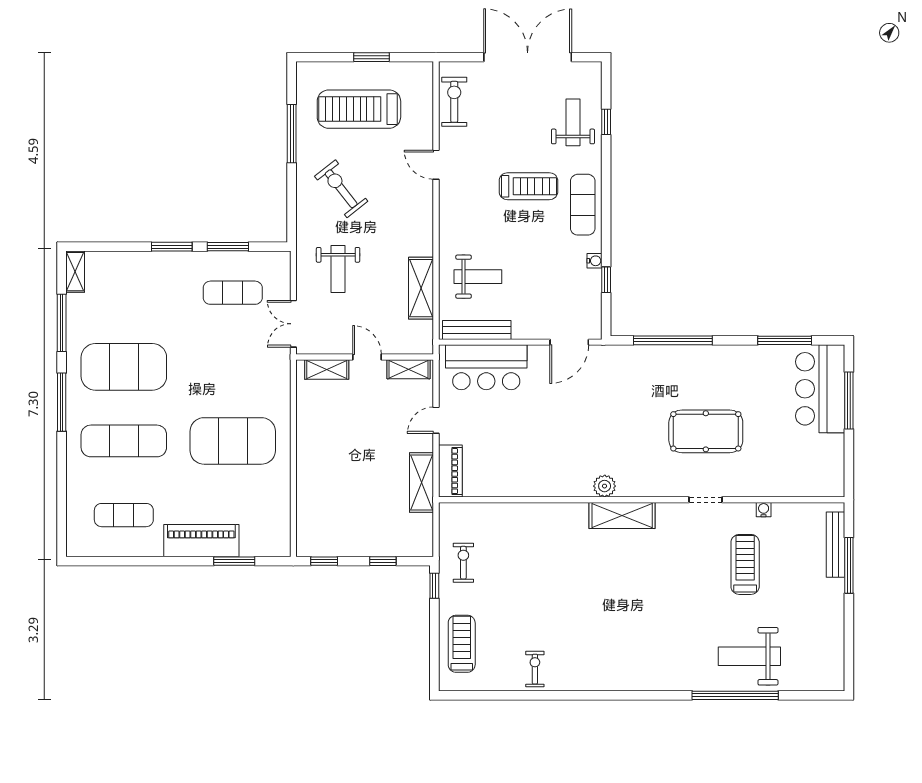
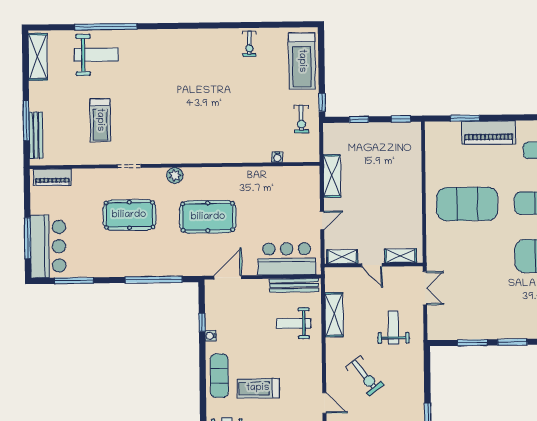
exercise bike: (341, 189) -> (365, 376), moved
exercise mat: (233, 293) -> (468, 310), removed
pool table: (596, 427) -> (208, 217), added
piano: (450, 471) -> (52, 177), moved, turned -90
plant: (605, 486) -> (175, 175), moved
water cooler: (764, 510) -> (277, 157), moved
shelving: (622, 515) -> (38, 57), moved, turned 90
treadmill: (462, 644) -> (302, 61), width x1.37, depth x1.38

